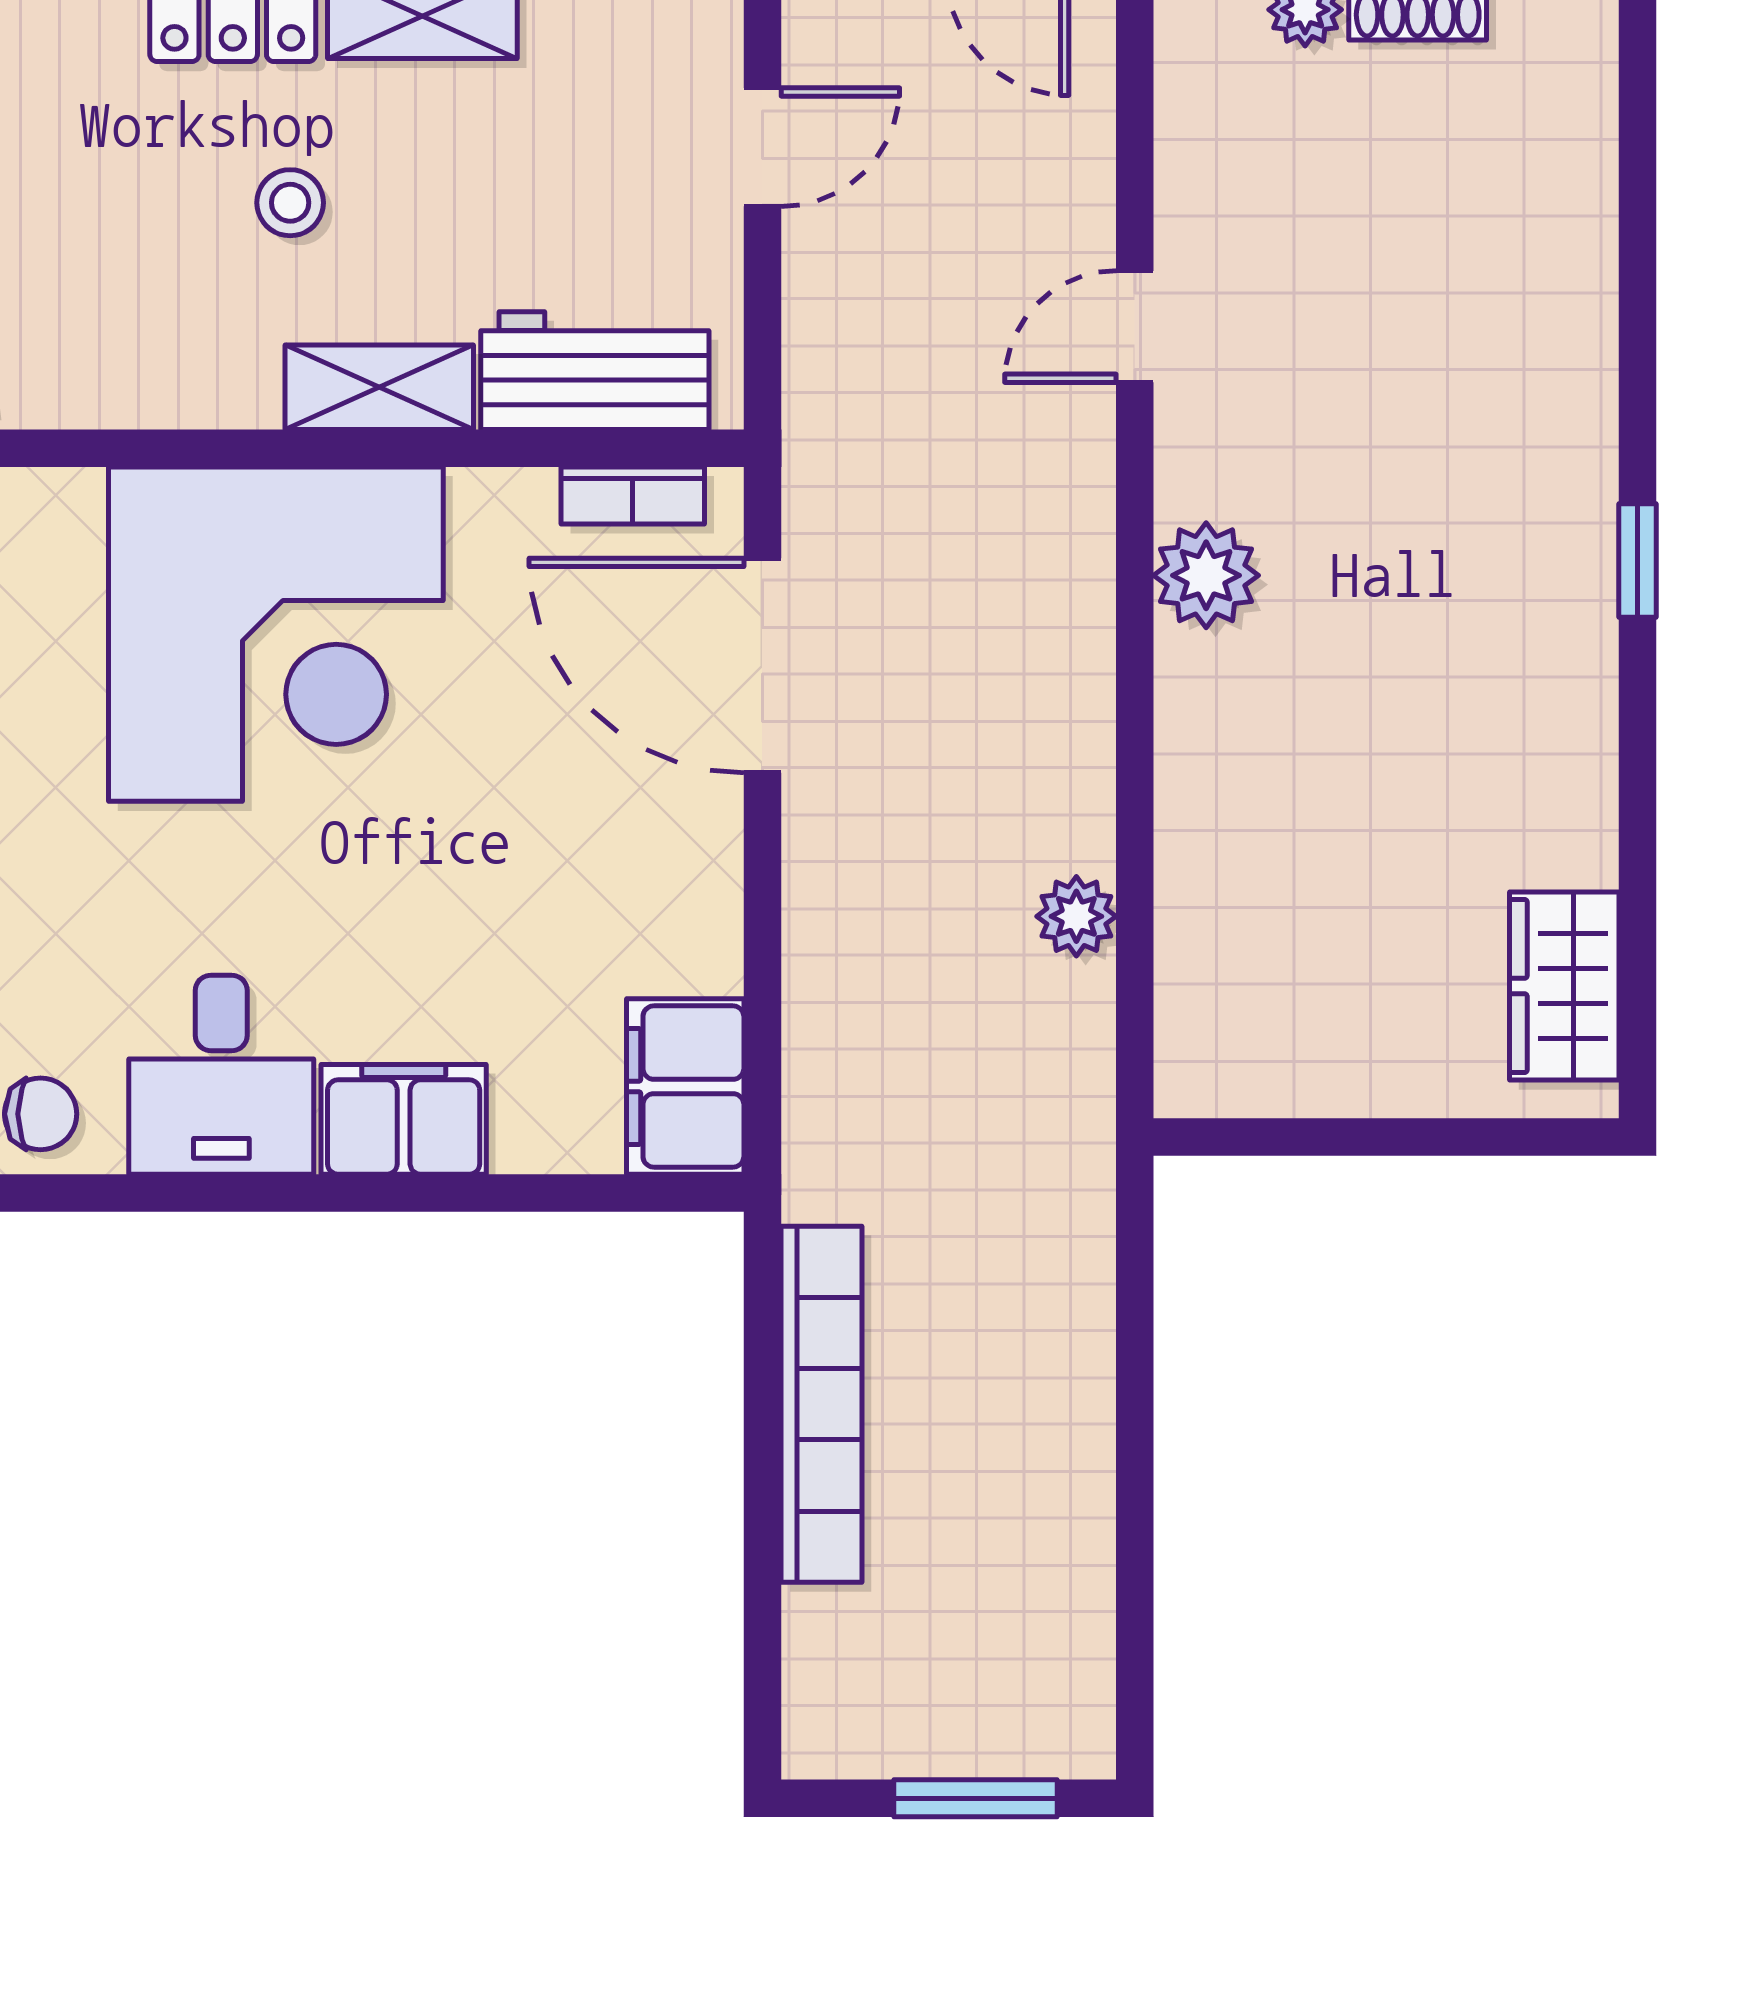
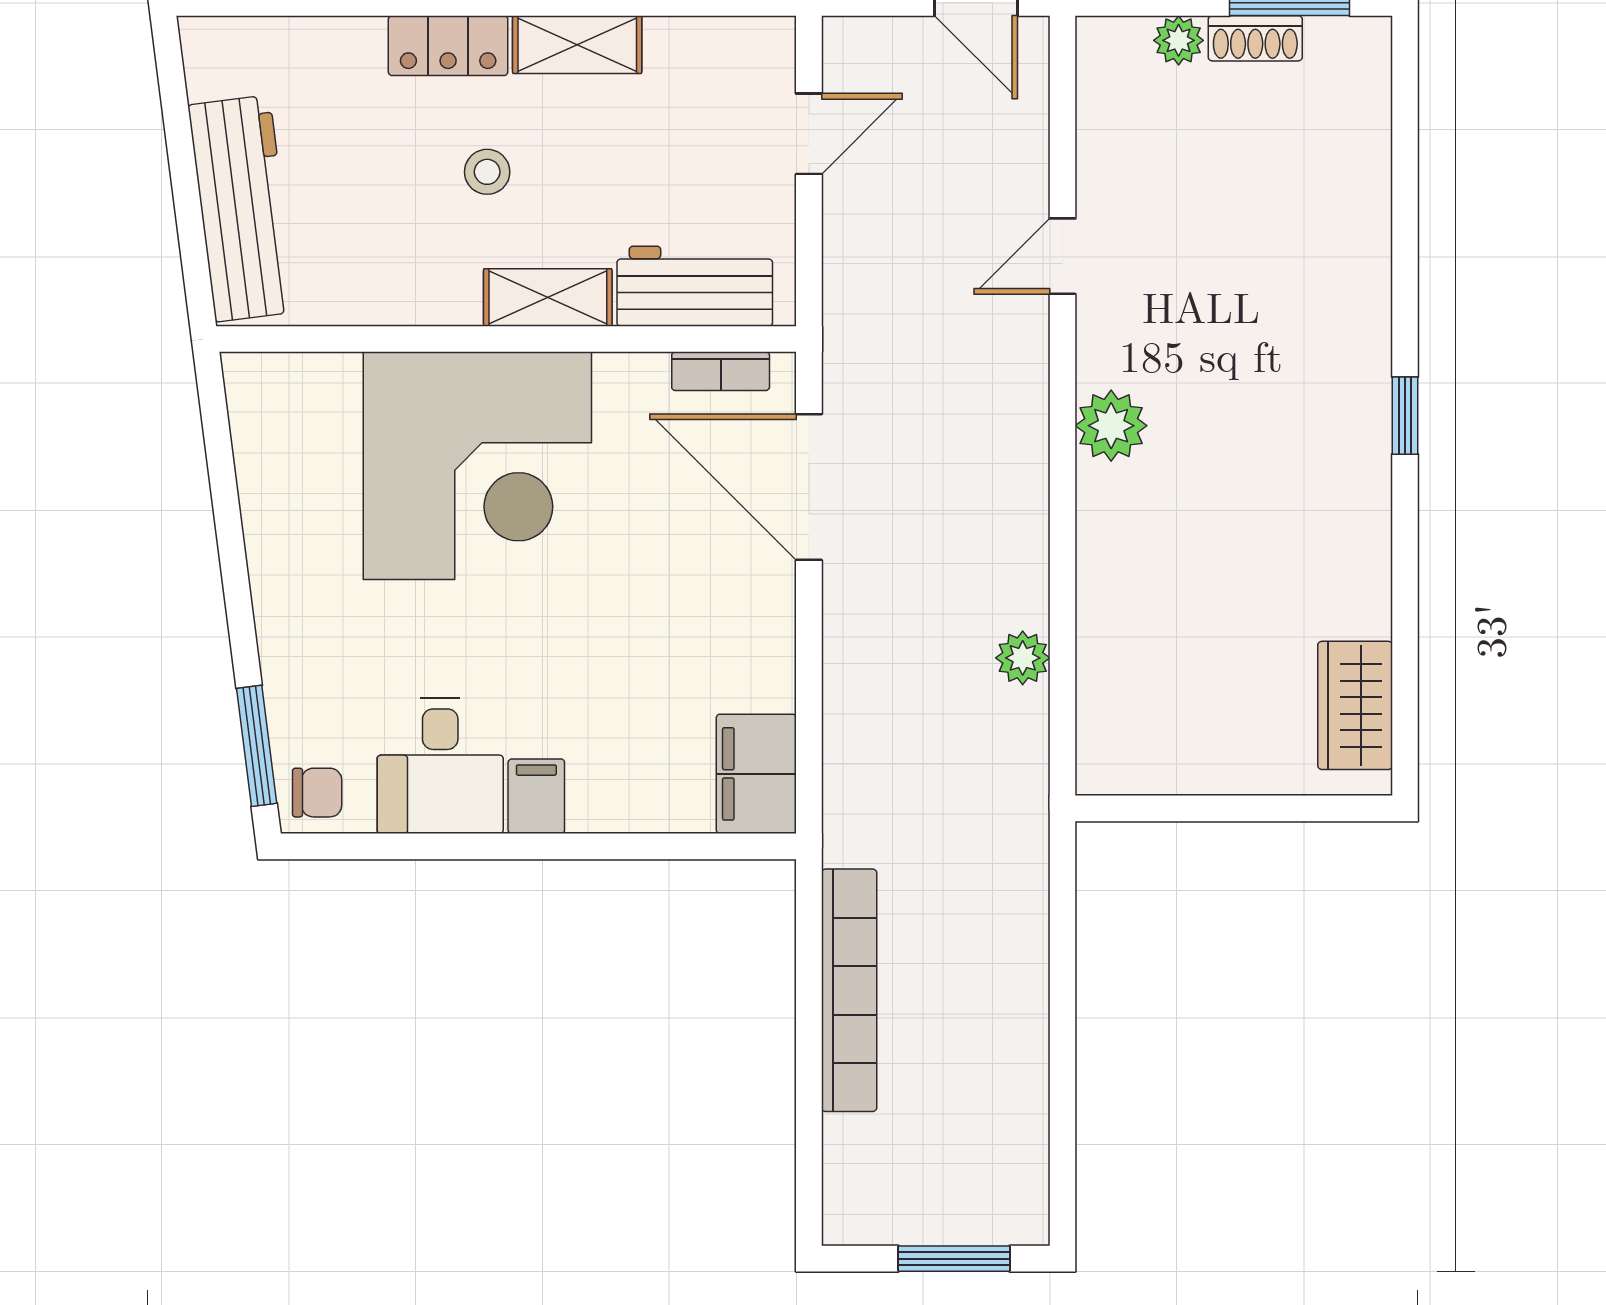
filing cabinet: (404, 1119) -> (536, 796), width x0.50

